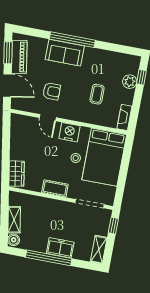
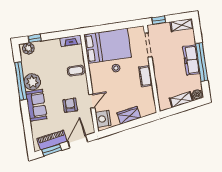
window: (72, 40) -> (21, 81), moved
plant: (93, 57) -> (32, 82), added
plant: (130, 82) -> (28, 48), moved
coffee table: (97, 94) -> (76, 71), moved
nightstand: (70, 132) -> (103, 119), moved
wardrobe: (17, 174) -> (129, 115), moved
freezer: (60, 248) -> (191, 60), width x1.40

